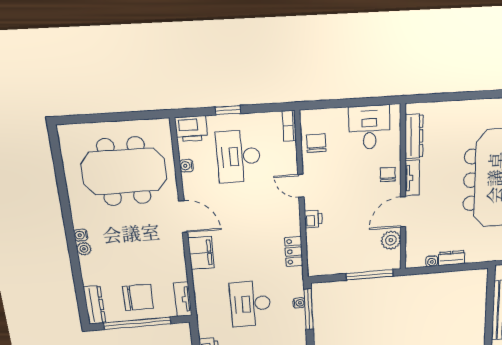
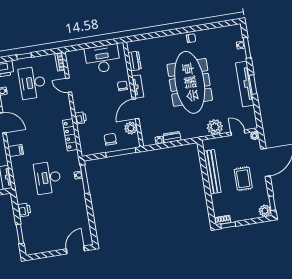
desk: (369, 127) -> (103, 59), width x1.37
dresser: (414, 136) -> (135, 61), width x0.70
chair: (316, 143) -> (110, 139), moved
door: (301, 186) -> (69, 85), moved
locker: (294, 252) -> (70, 135), width x1.53
filing cabinet: (201, 253) -> (16, 151), width x0.50

